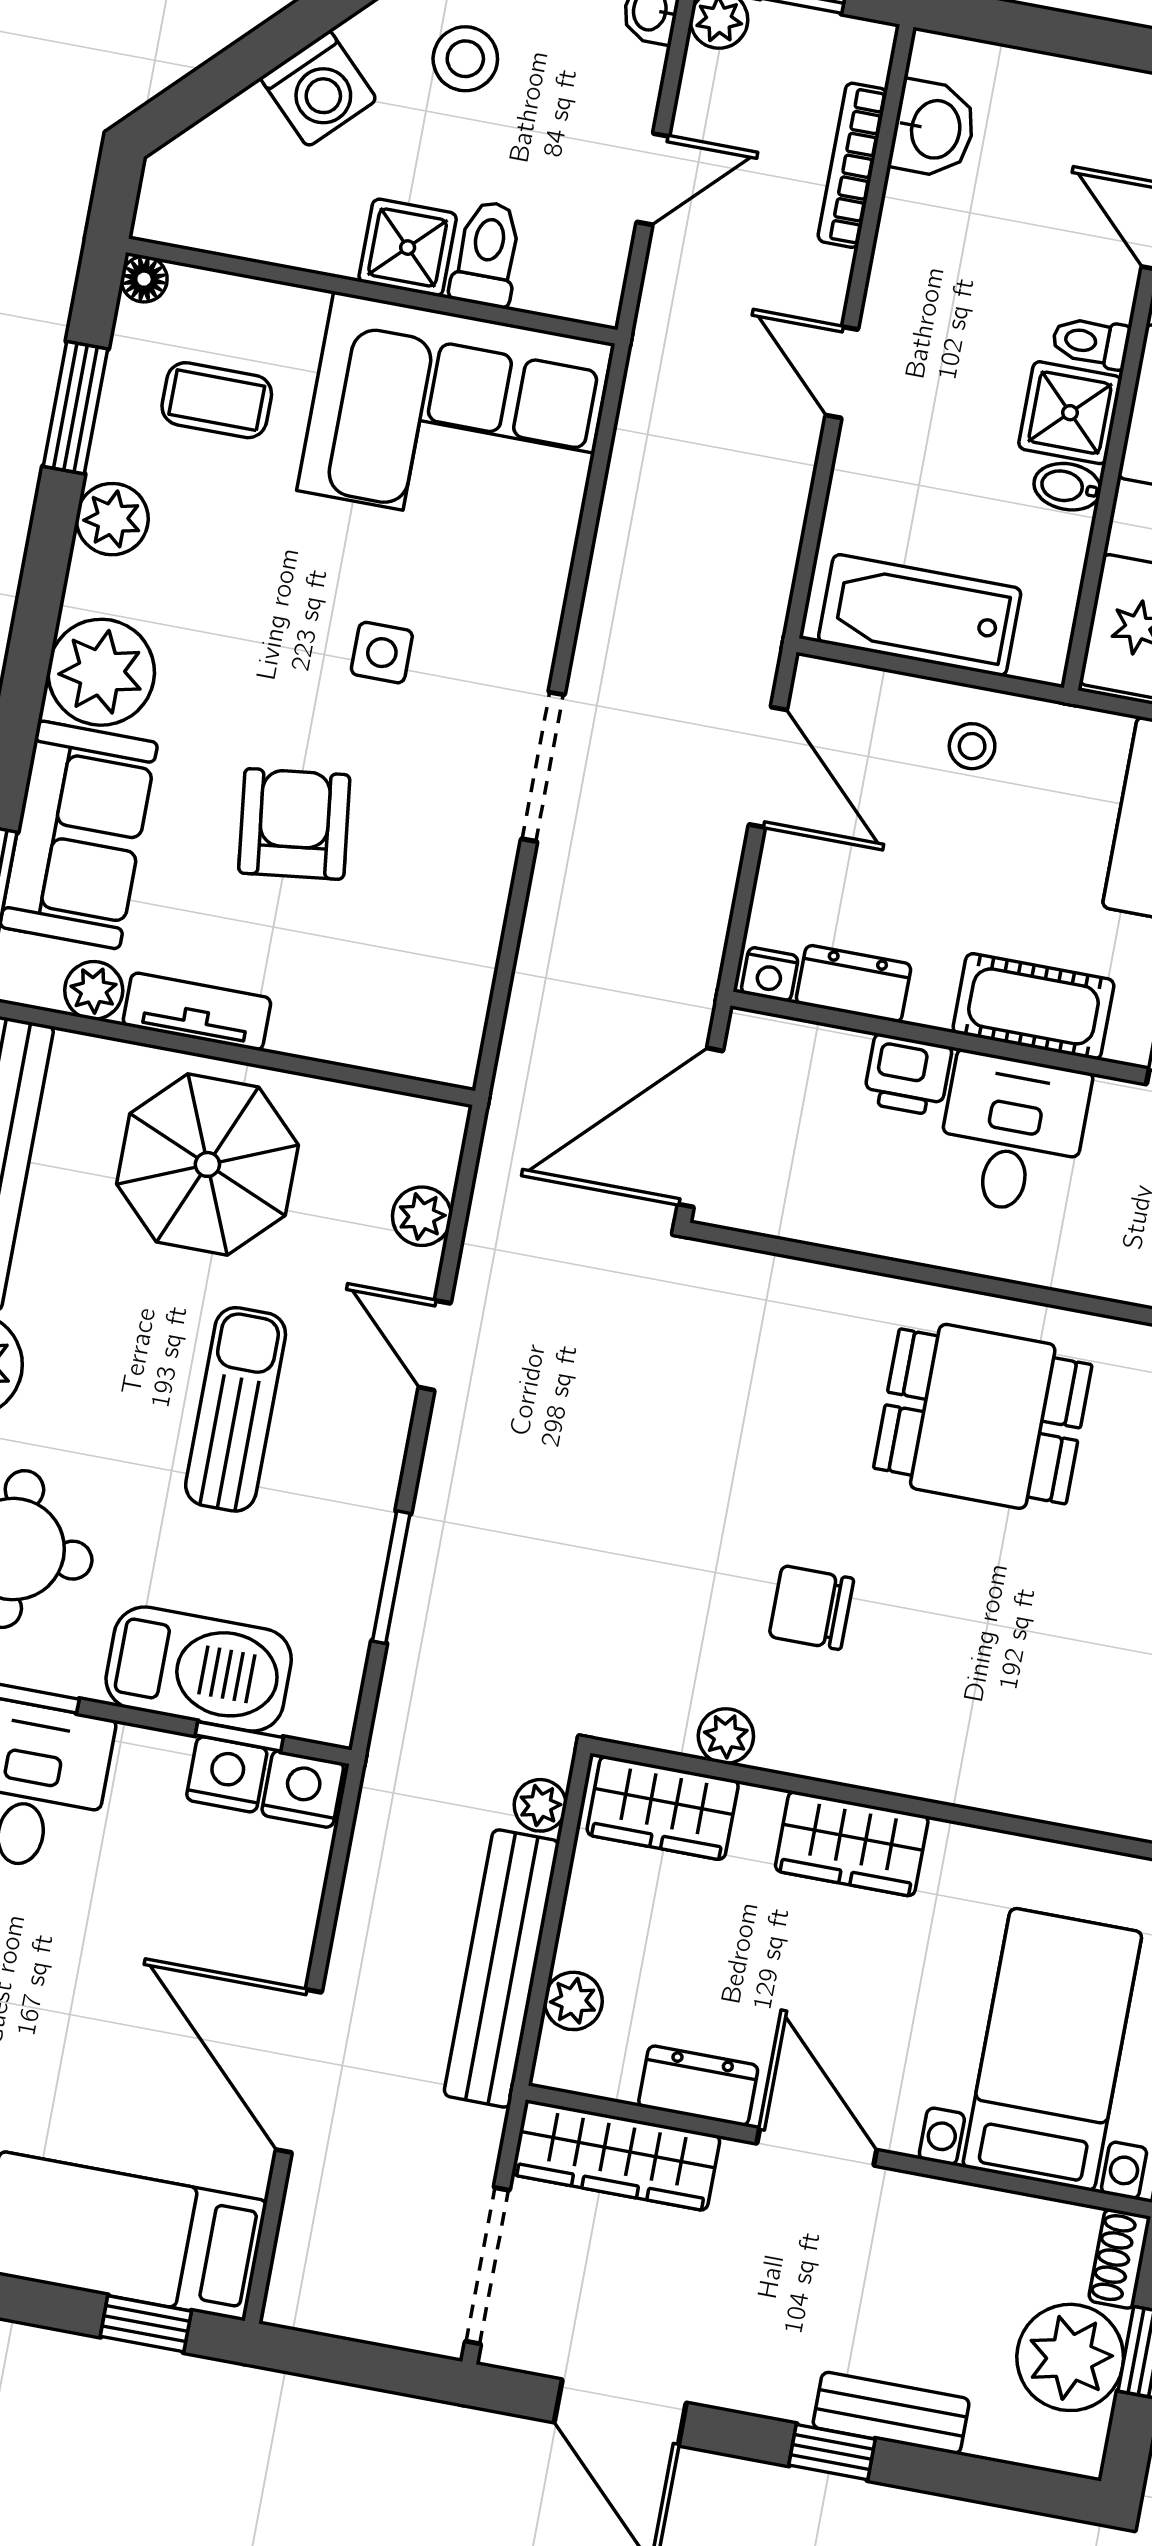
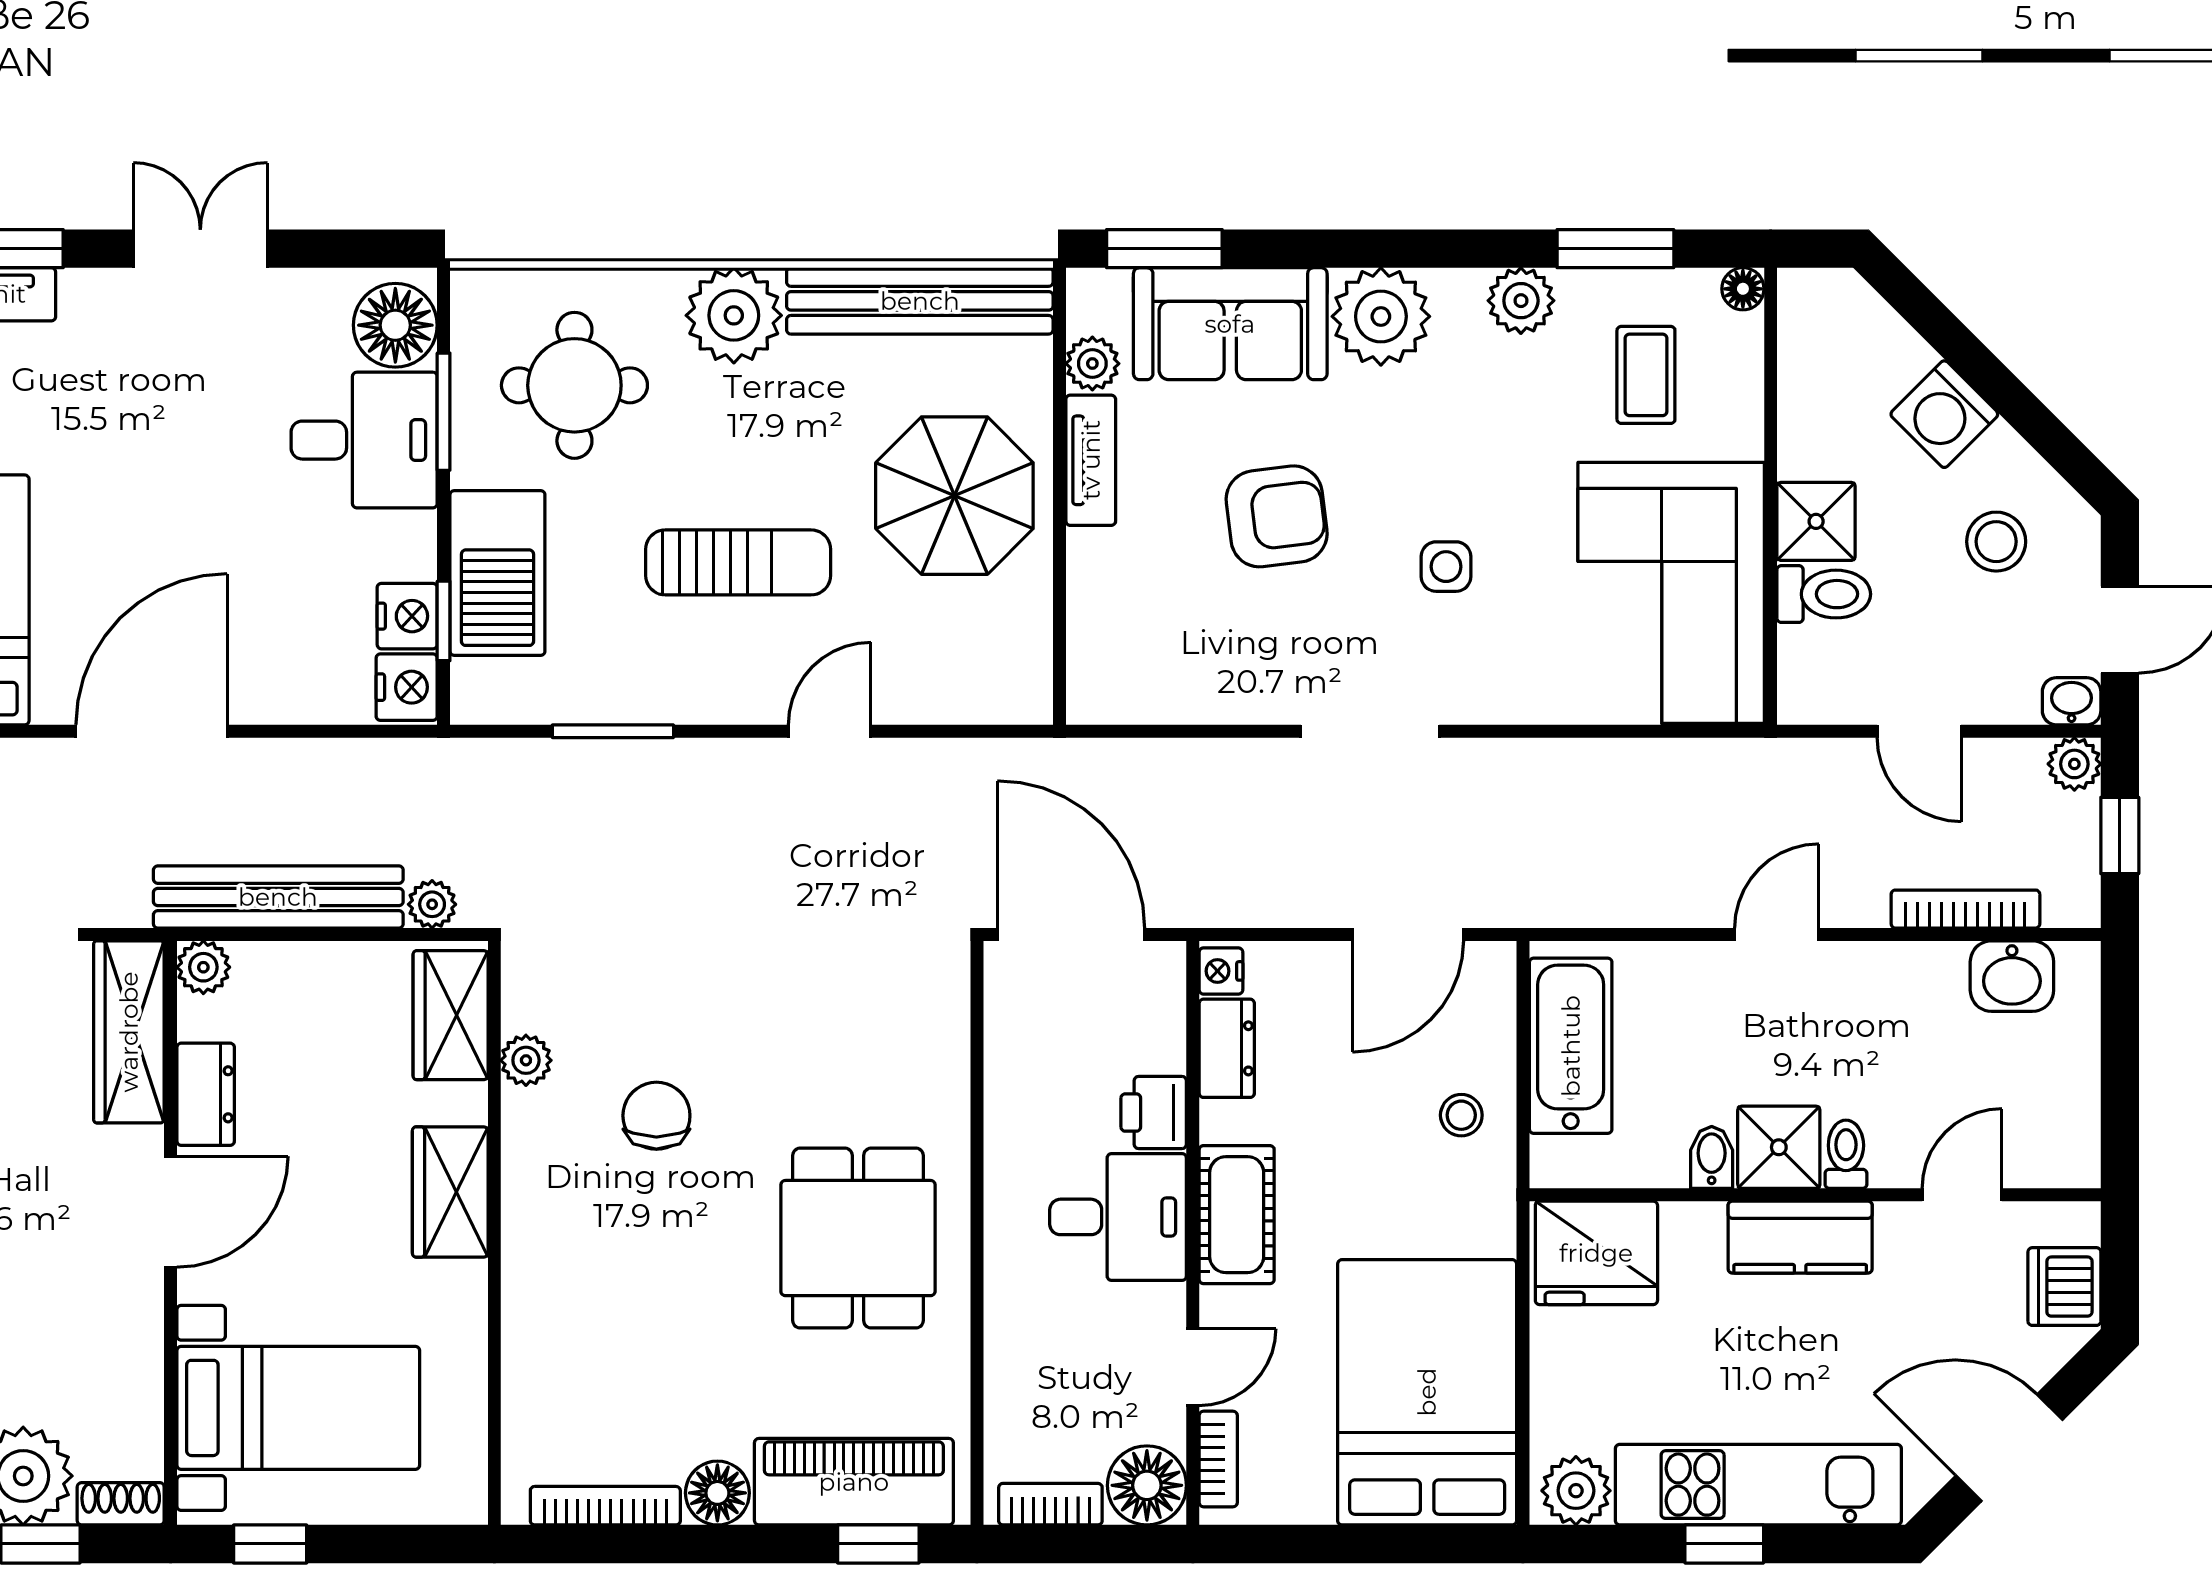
plant: (422, 1216) -> (944, 698), removed
plant: (573, 2001) -> (203, 967), moved

